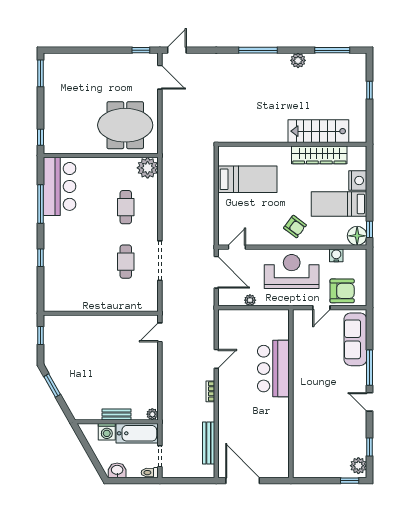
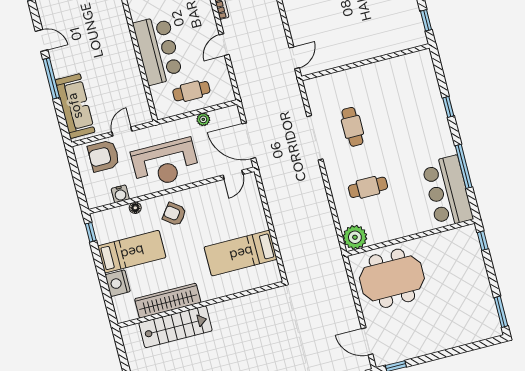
cafe table: (126, 207) -> (368, 187), turned 90
floor lamp: (357, 236) -> (135, 208), moved, width x0.53, depth x0.53
cafe table: (254, 327) -> (191, 91), added

